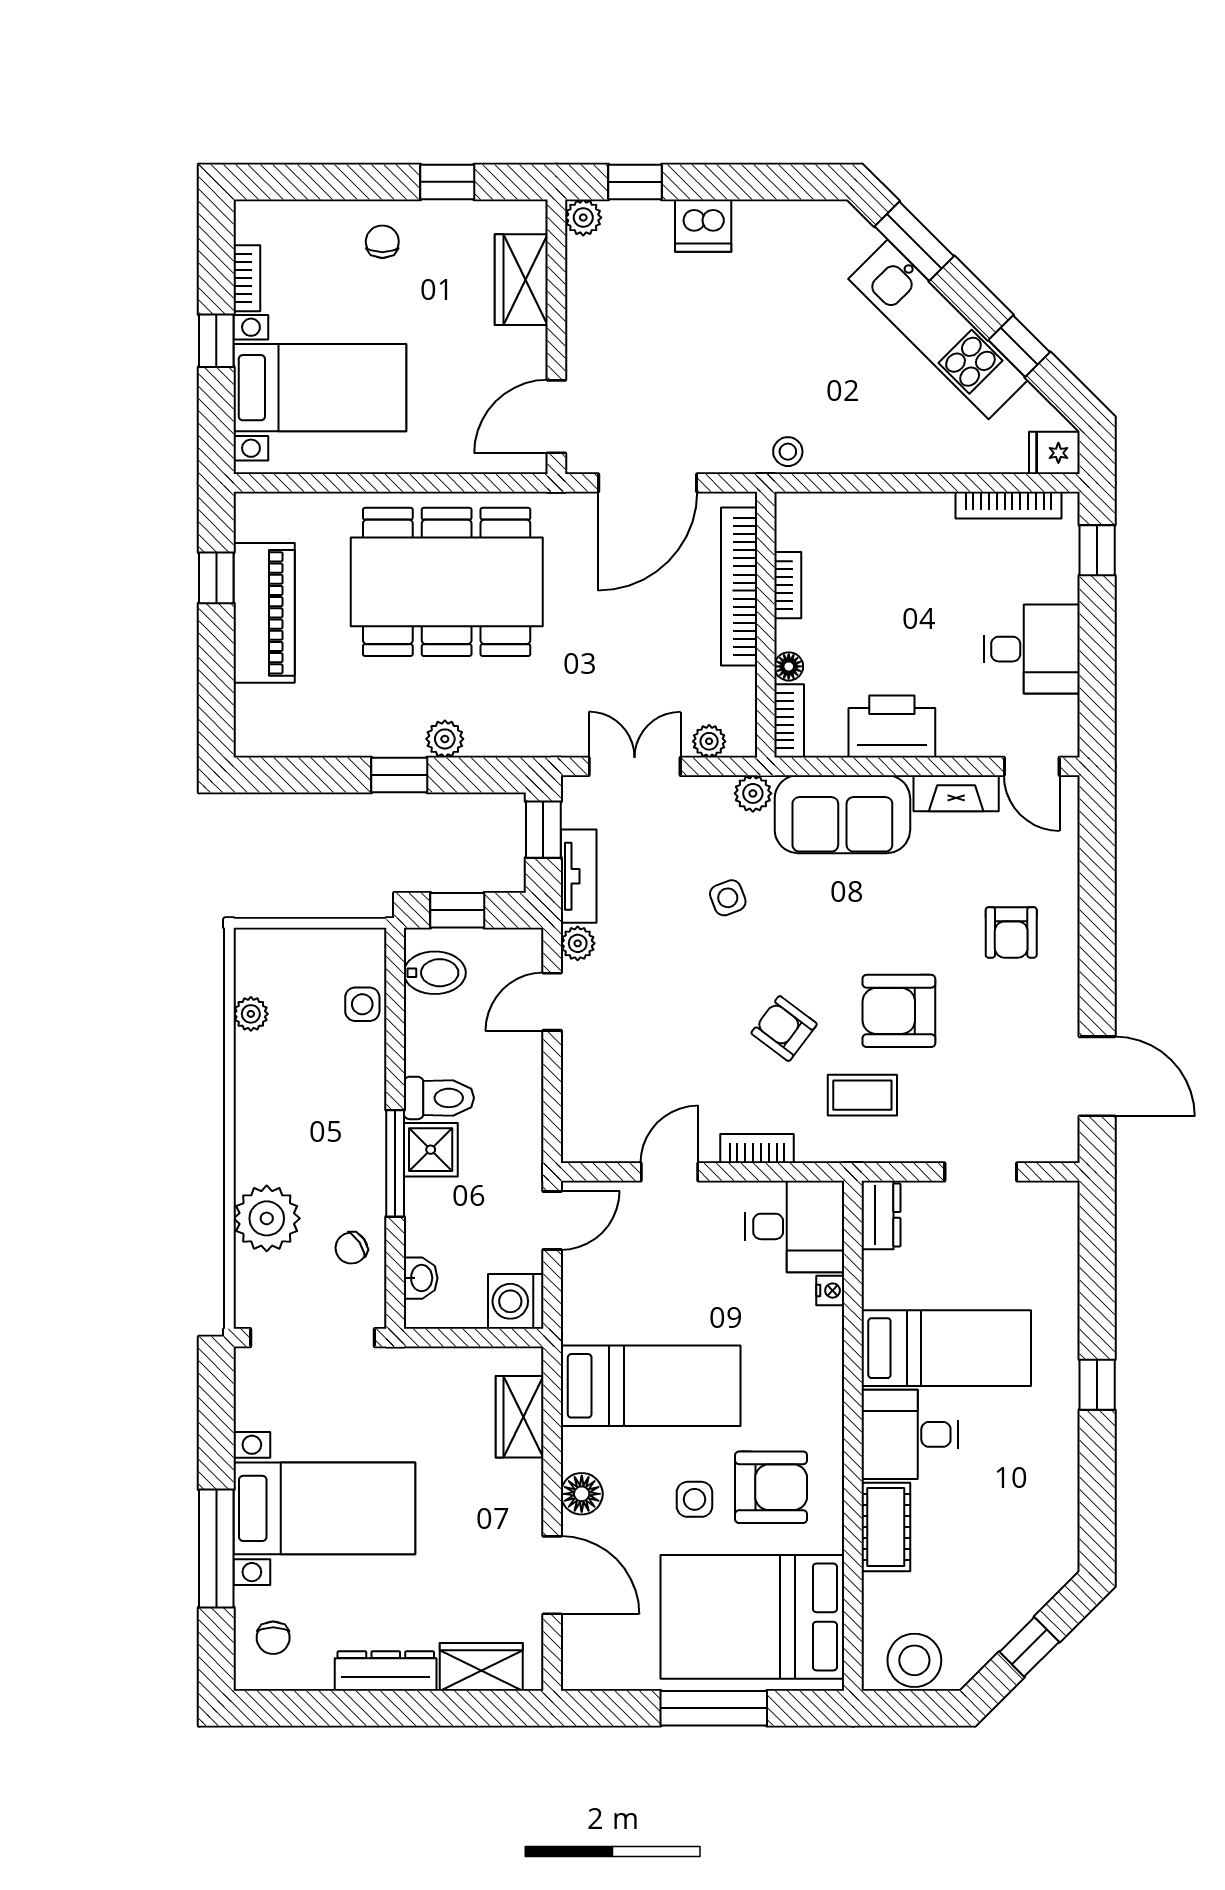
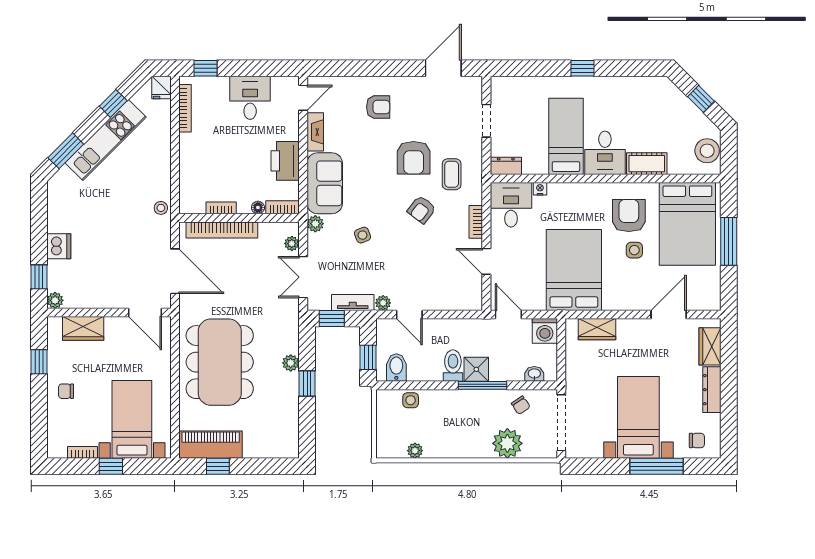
piano: (264, 613) -> (211, 445), moved
bed: (651, 1386) -> (574, 270), width x1.50
floor lamp: (582, 1494) -> (632, 301), removed

